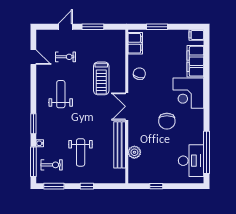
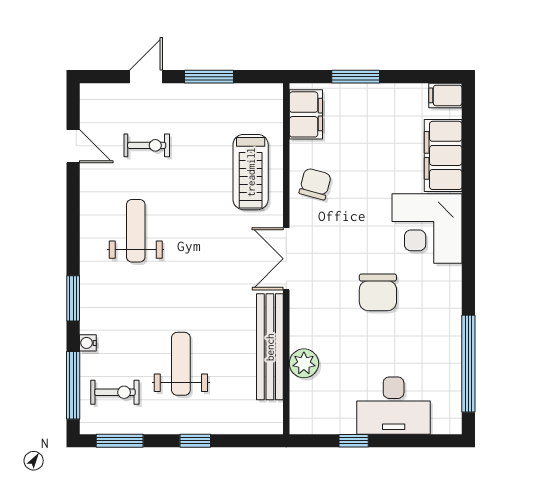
treadmill: (101, 78) -> (251, 172), moved
weight bench: (81, 152) -> (181, 364), turned 180
desk: (191, 161) -> (394, 406), moved, turned 90

